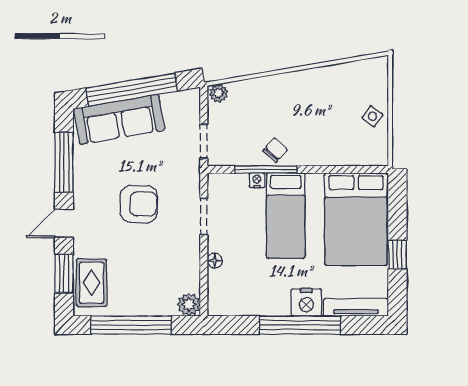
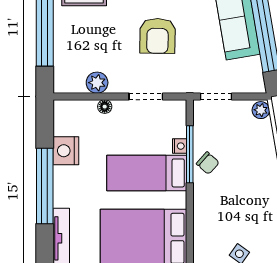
nightstand: (306, 302) -> (66, 151), moved
plant: (189, 305) -> (97, 83), moved

